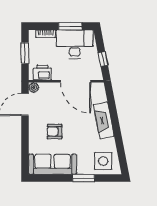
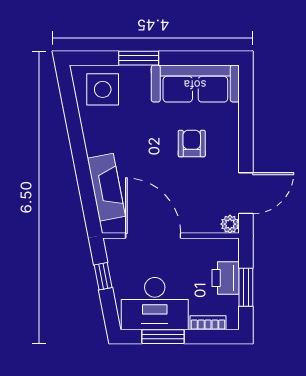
printer: (42, 73) -> (226, 278), moved, turned 90
fireplace: (104, 120) -> (106, 187), moved
armchair: (55, 131) -> (192, 144), turned -90

